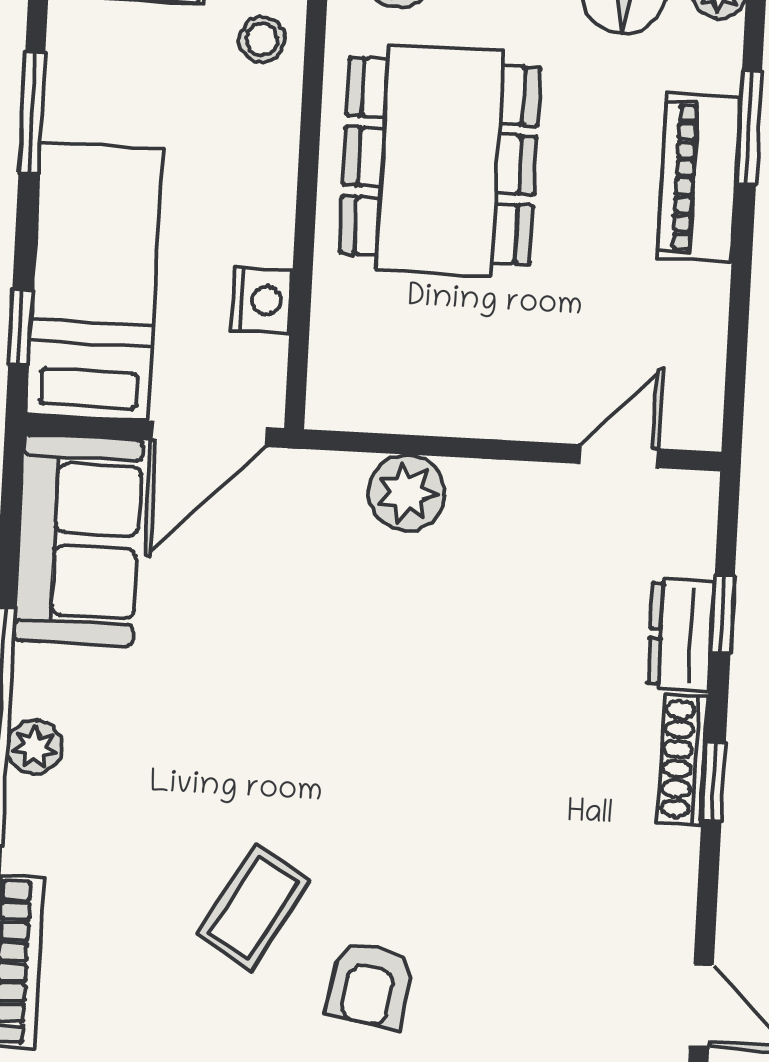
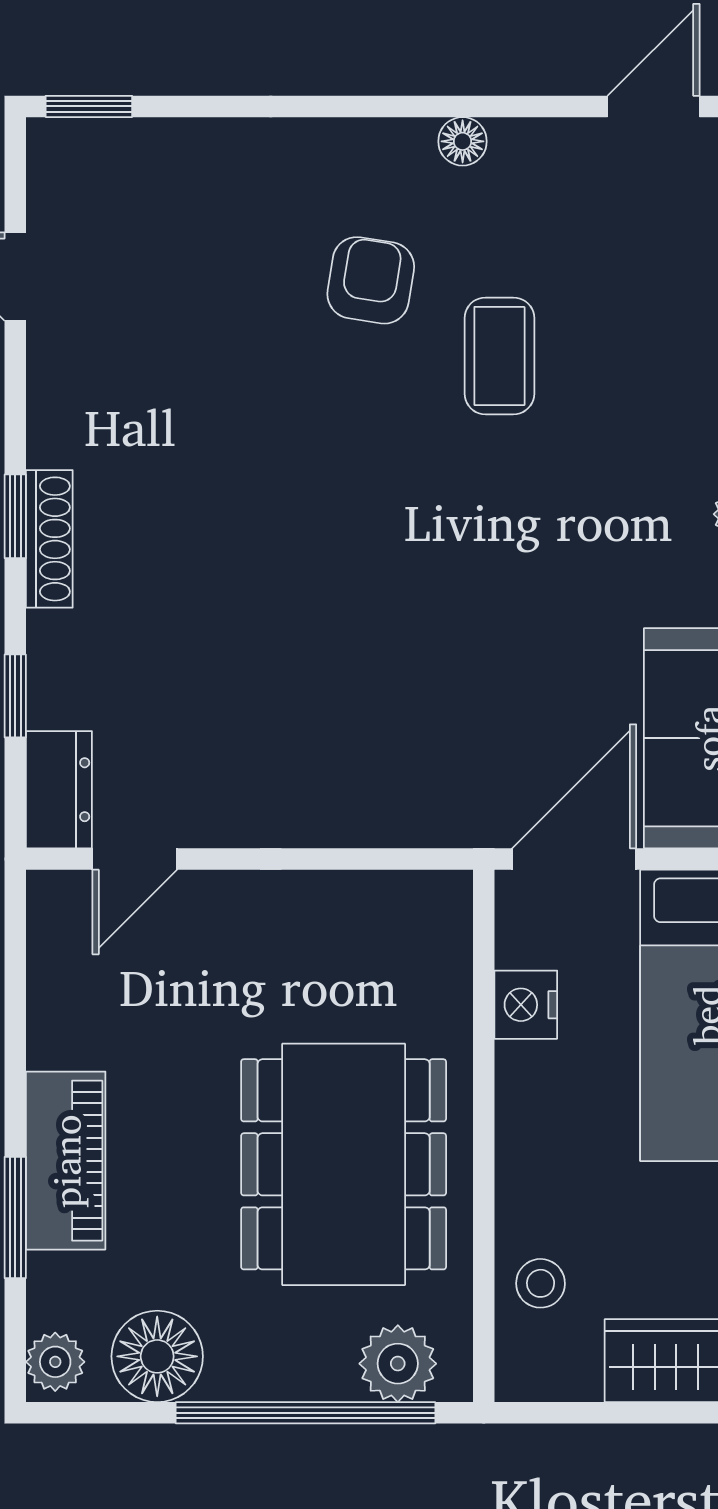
plant: (407, 493) -> (360, 808), removed
dresser: (681, 634) -> (59, 790), moved
coffee table: (253, 907) -> (499, 356), turned -30

